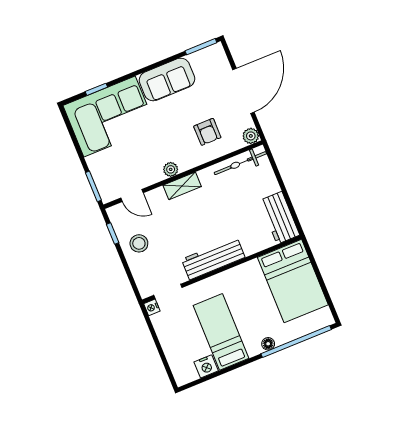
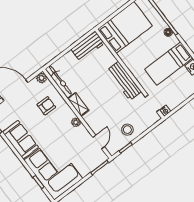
shelving: (182, 186) -> (78, 104), moved

